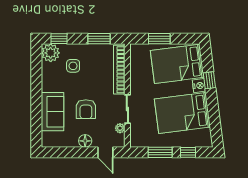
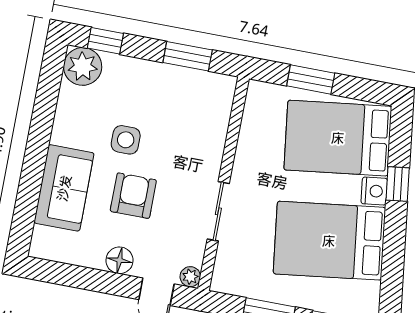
side table: (73, 66) -> (126, 140), moved
bookcase: (119, 70) -> (217, 128), removed
armchair: (86, 109) -> (133, 196), turned 180
plant: (120, 128) -> (190, 277), moved

